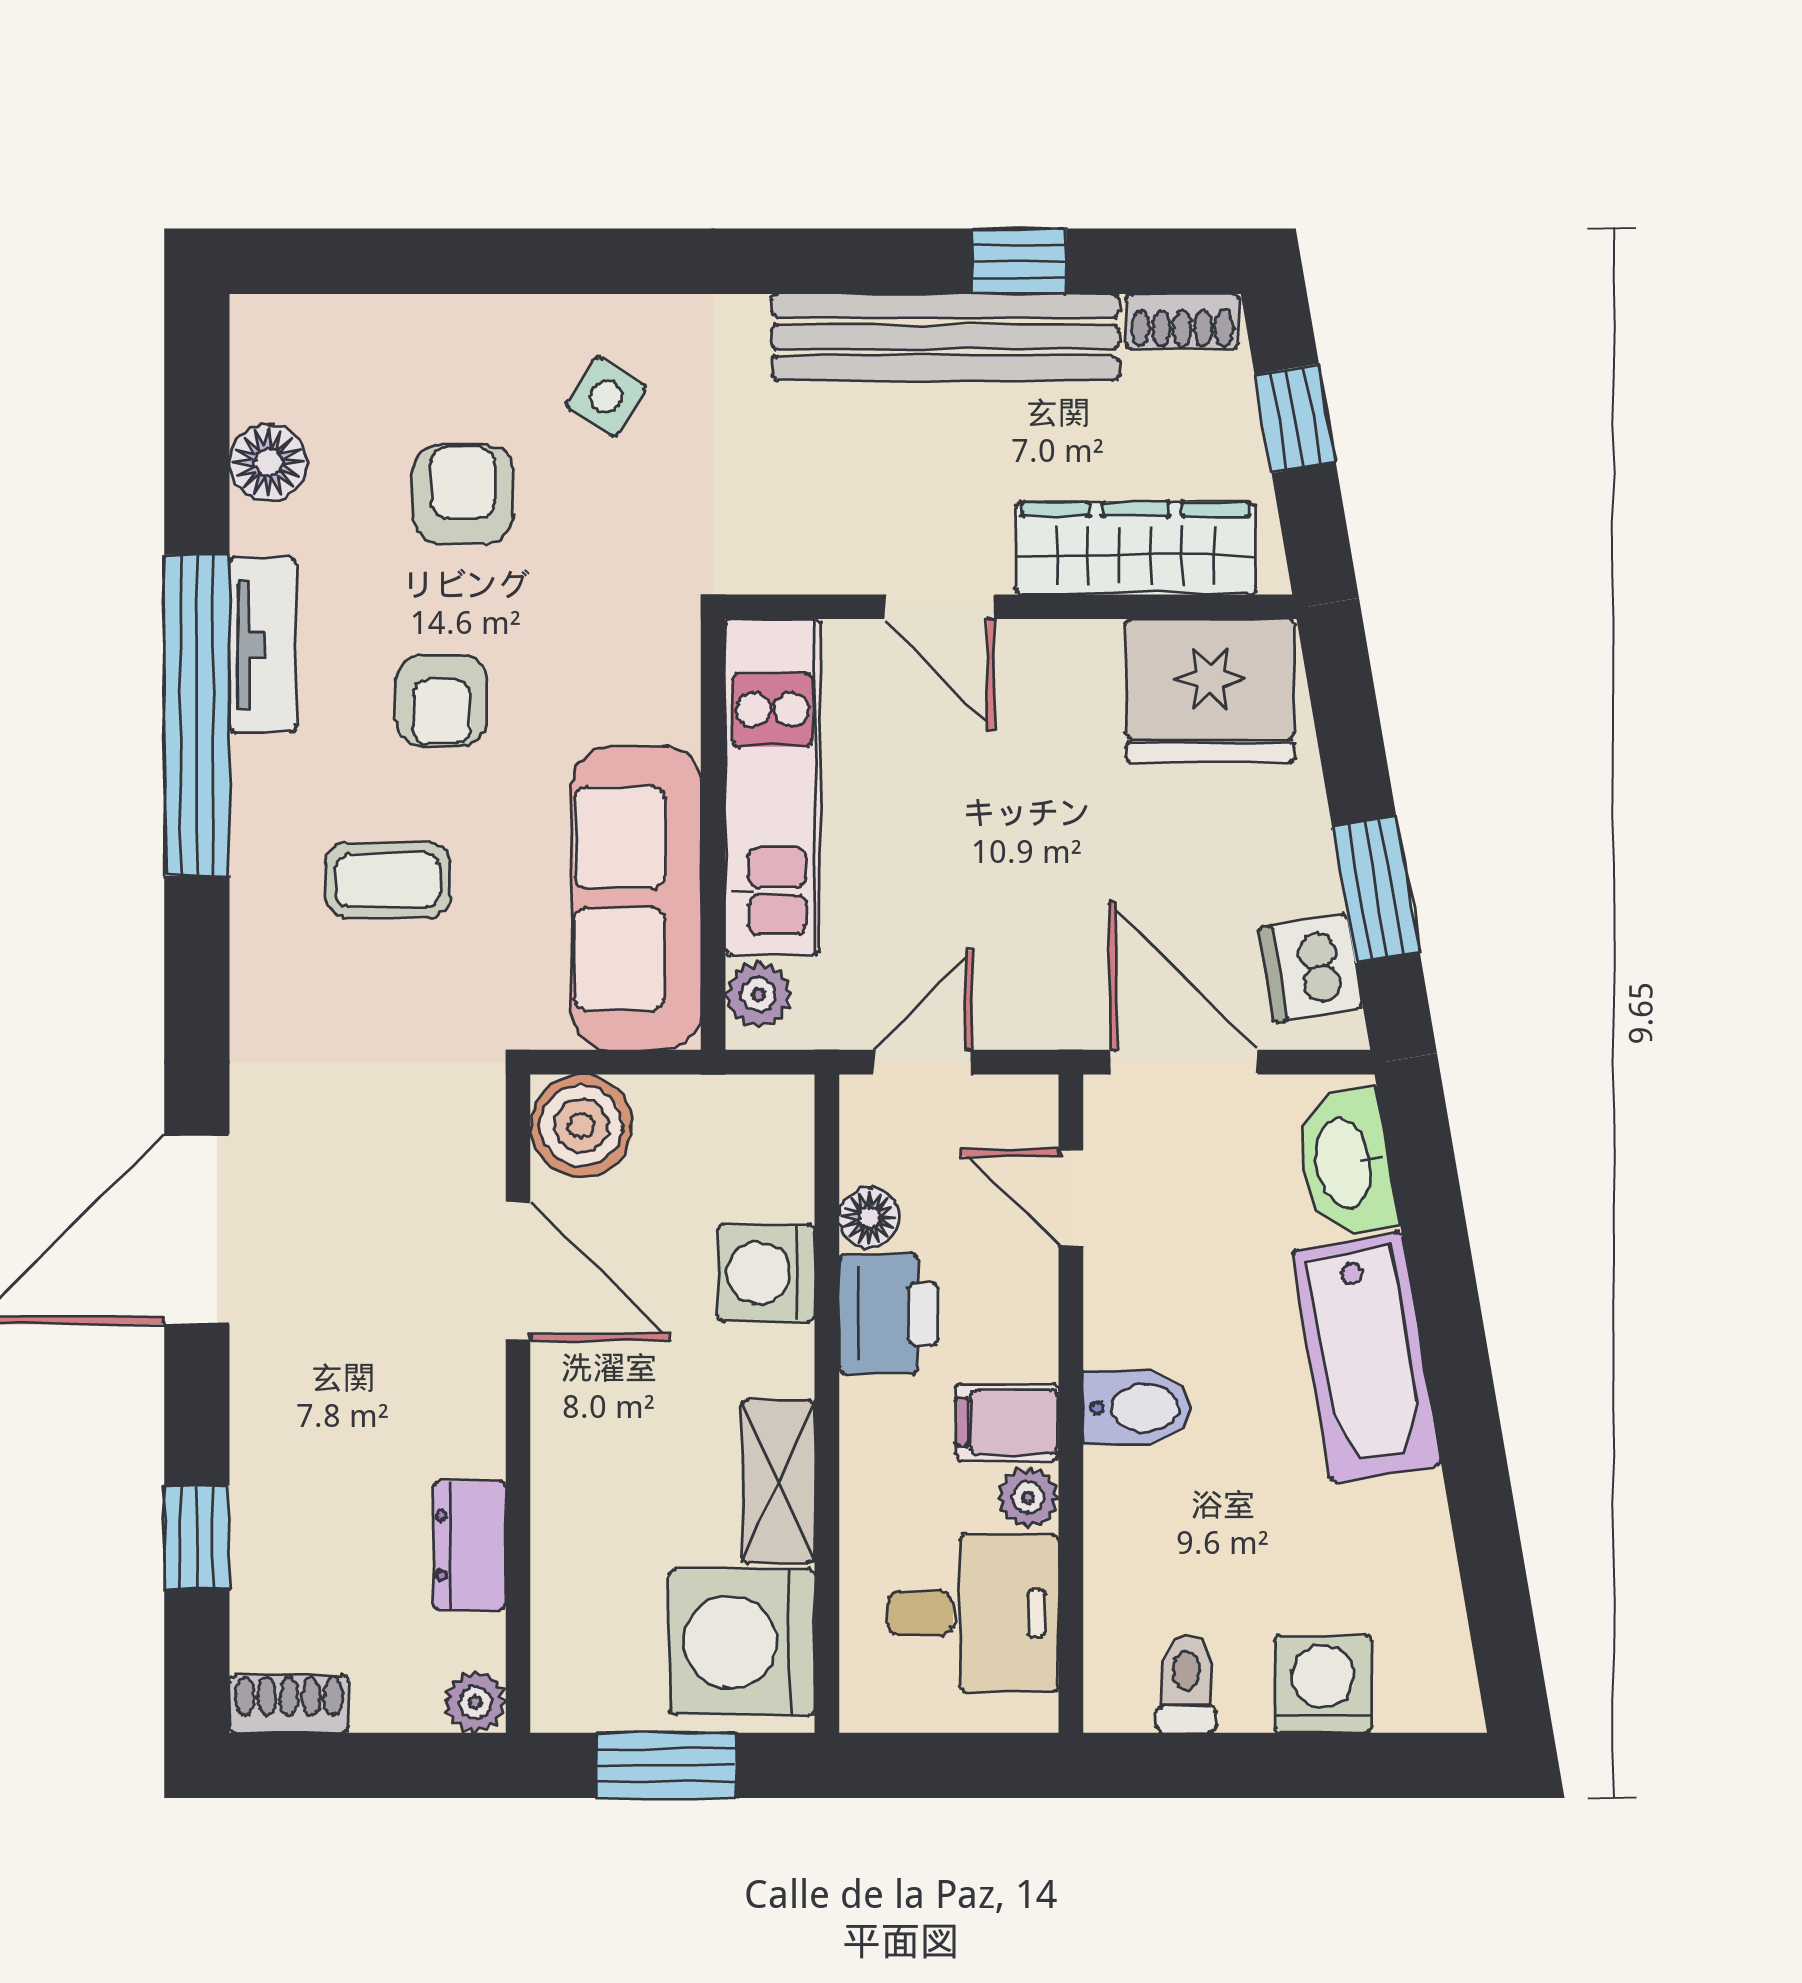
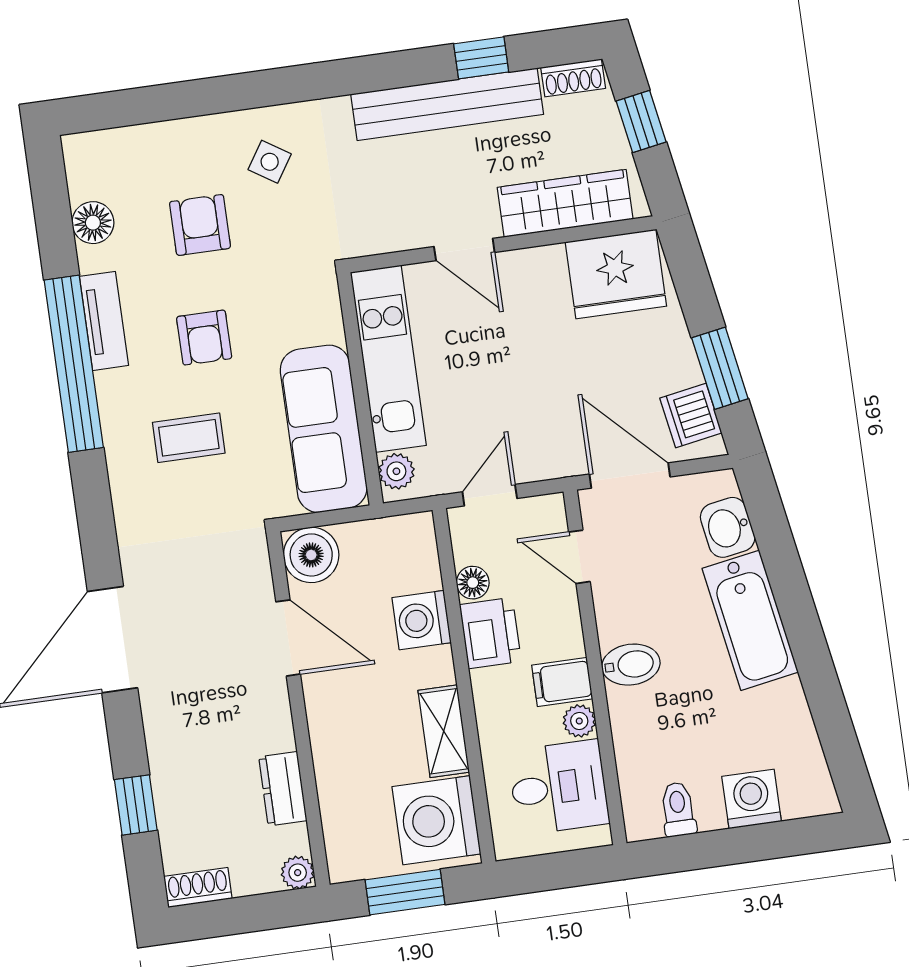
washbasin: (1346, 1163) -> (728, 527), width x0.72

